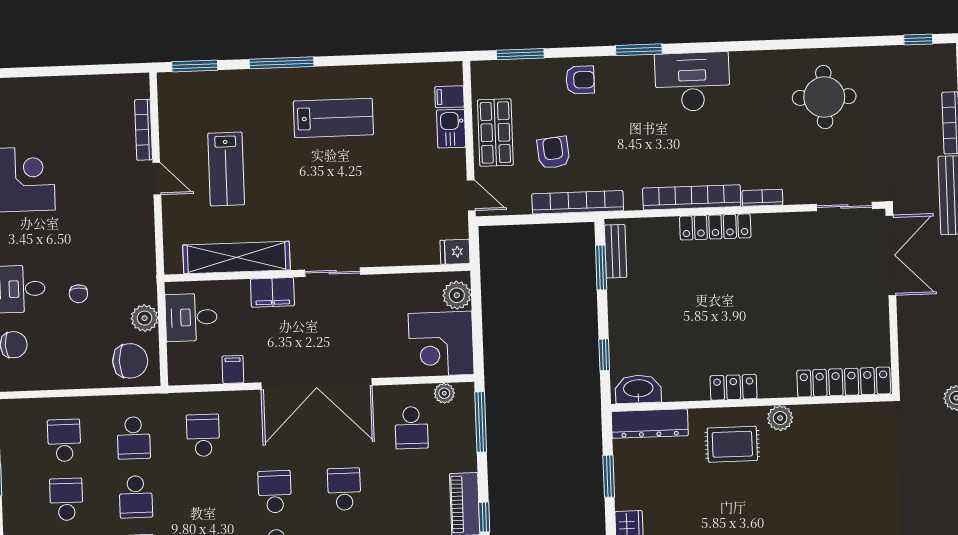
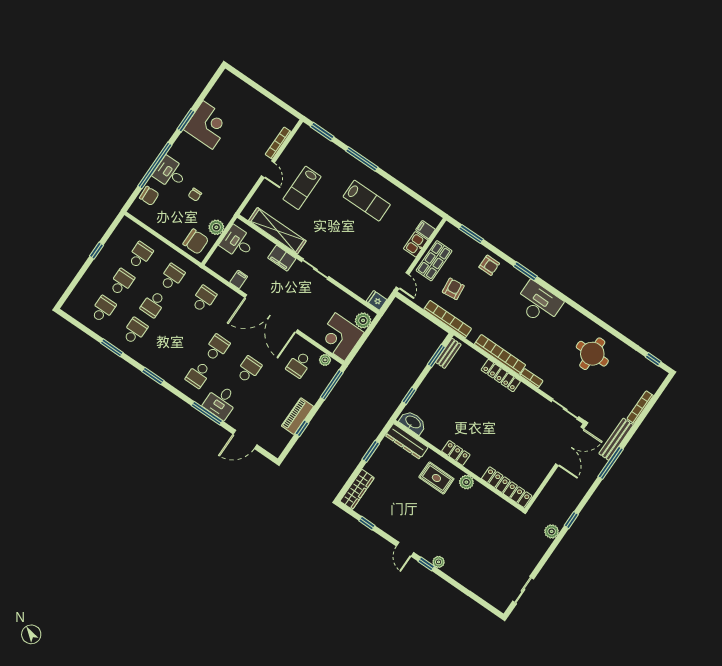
school desk: (134, 438) -> (172, 277), turned 180

